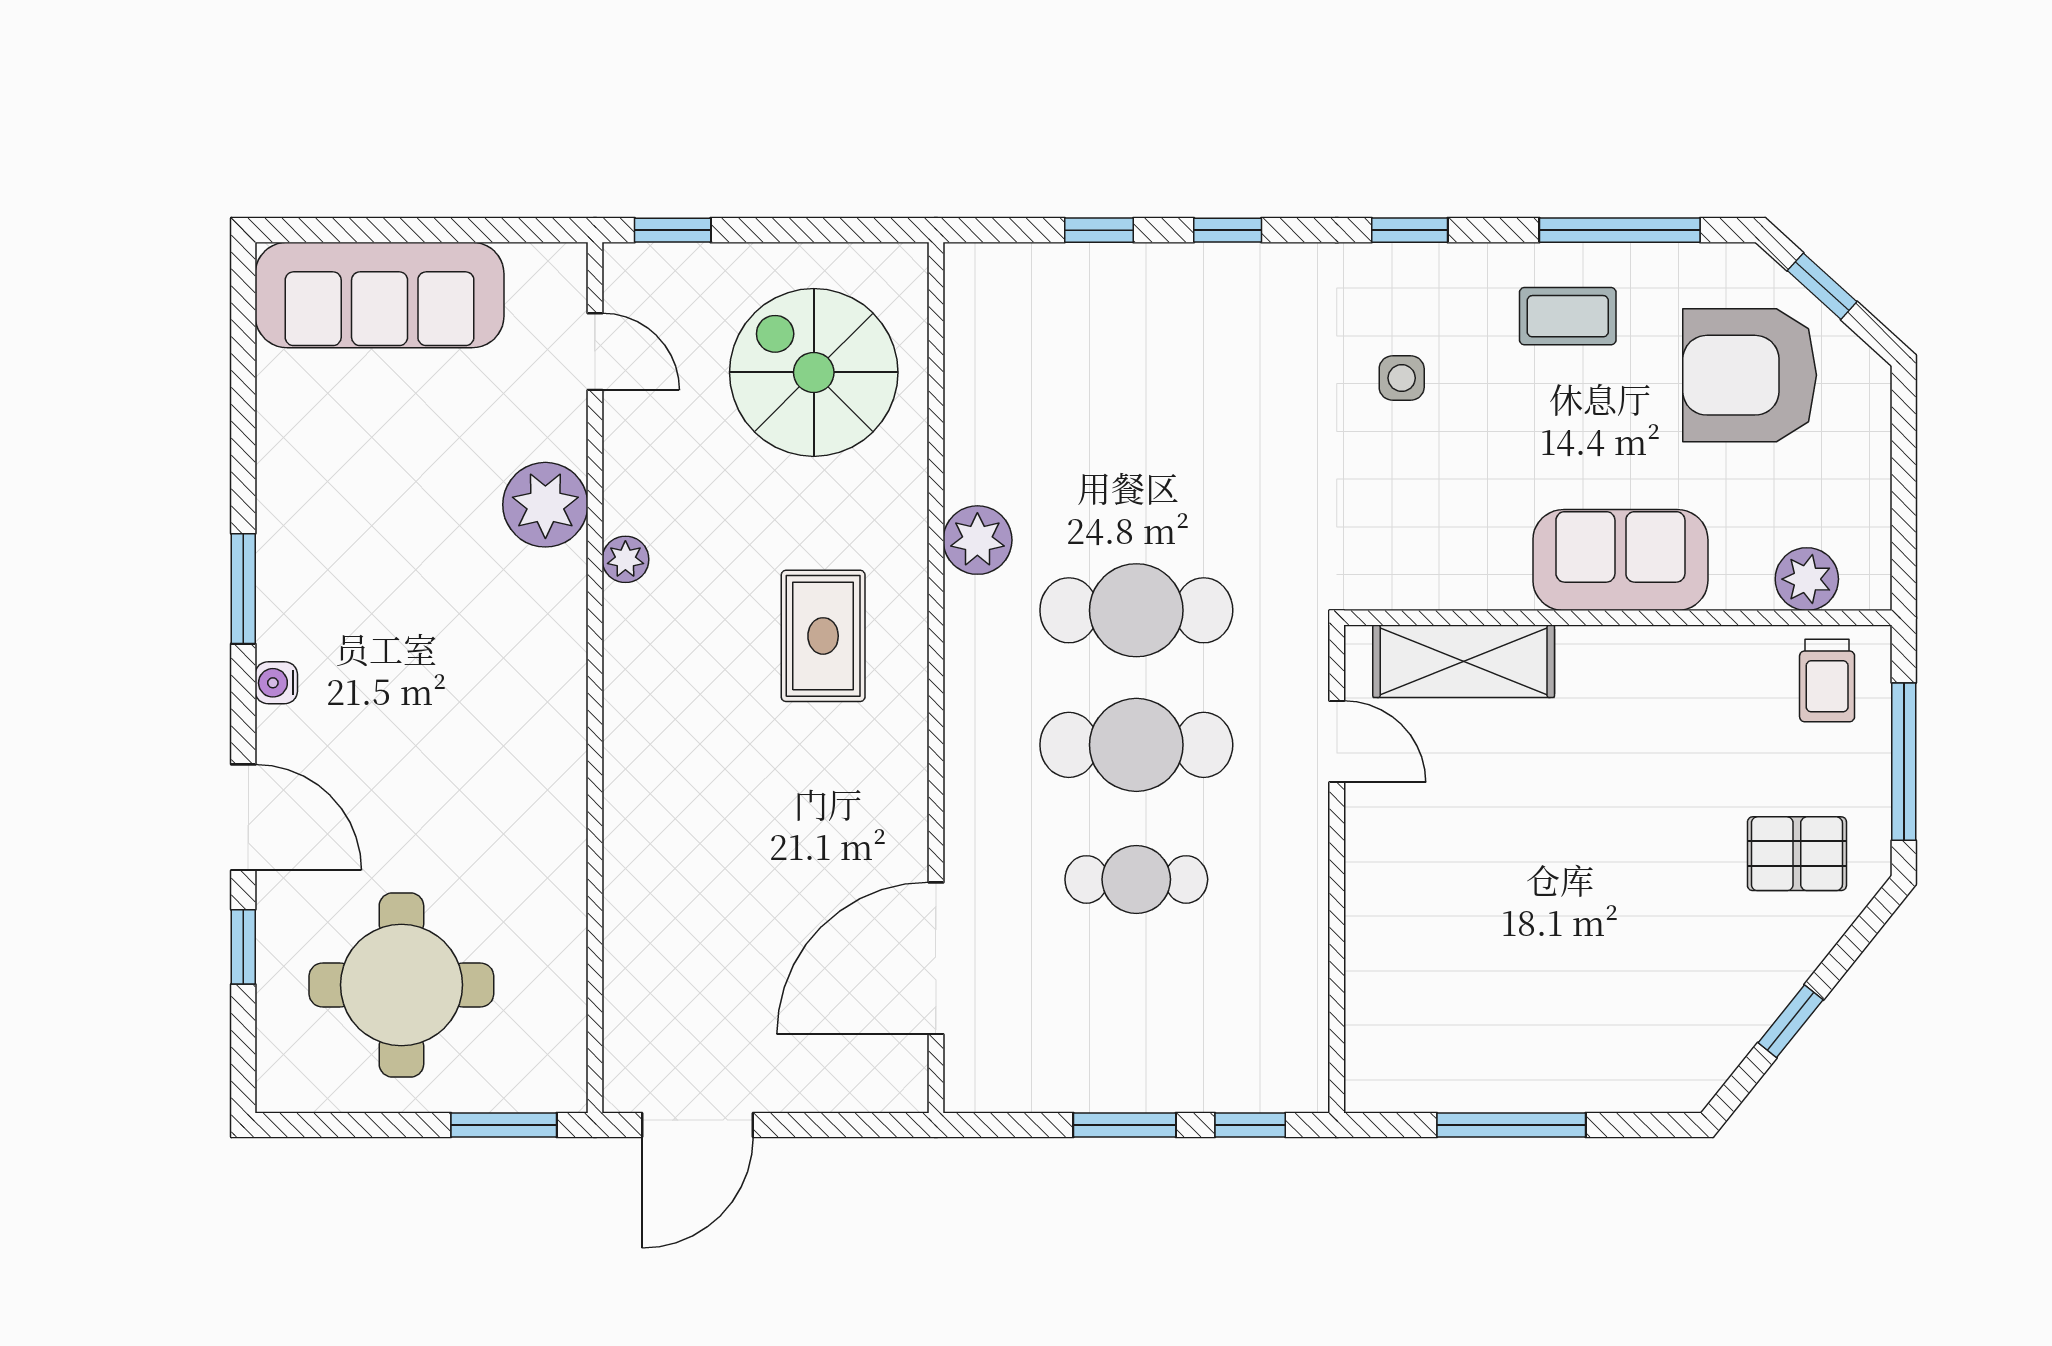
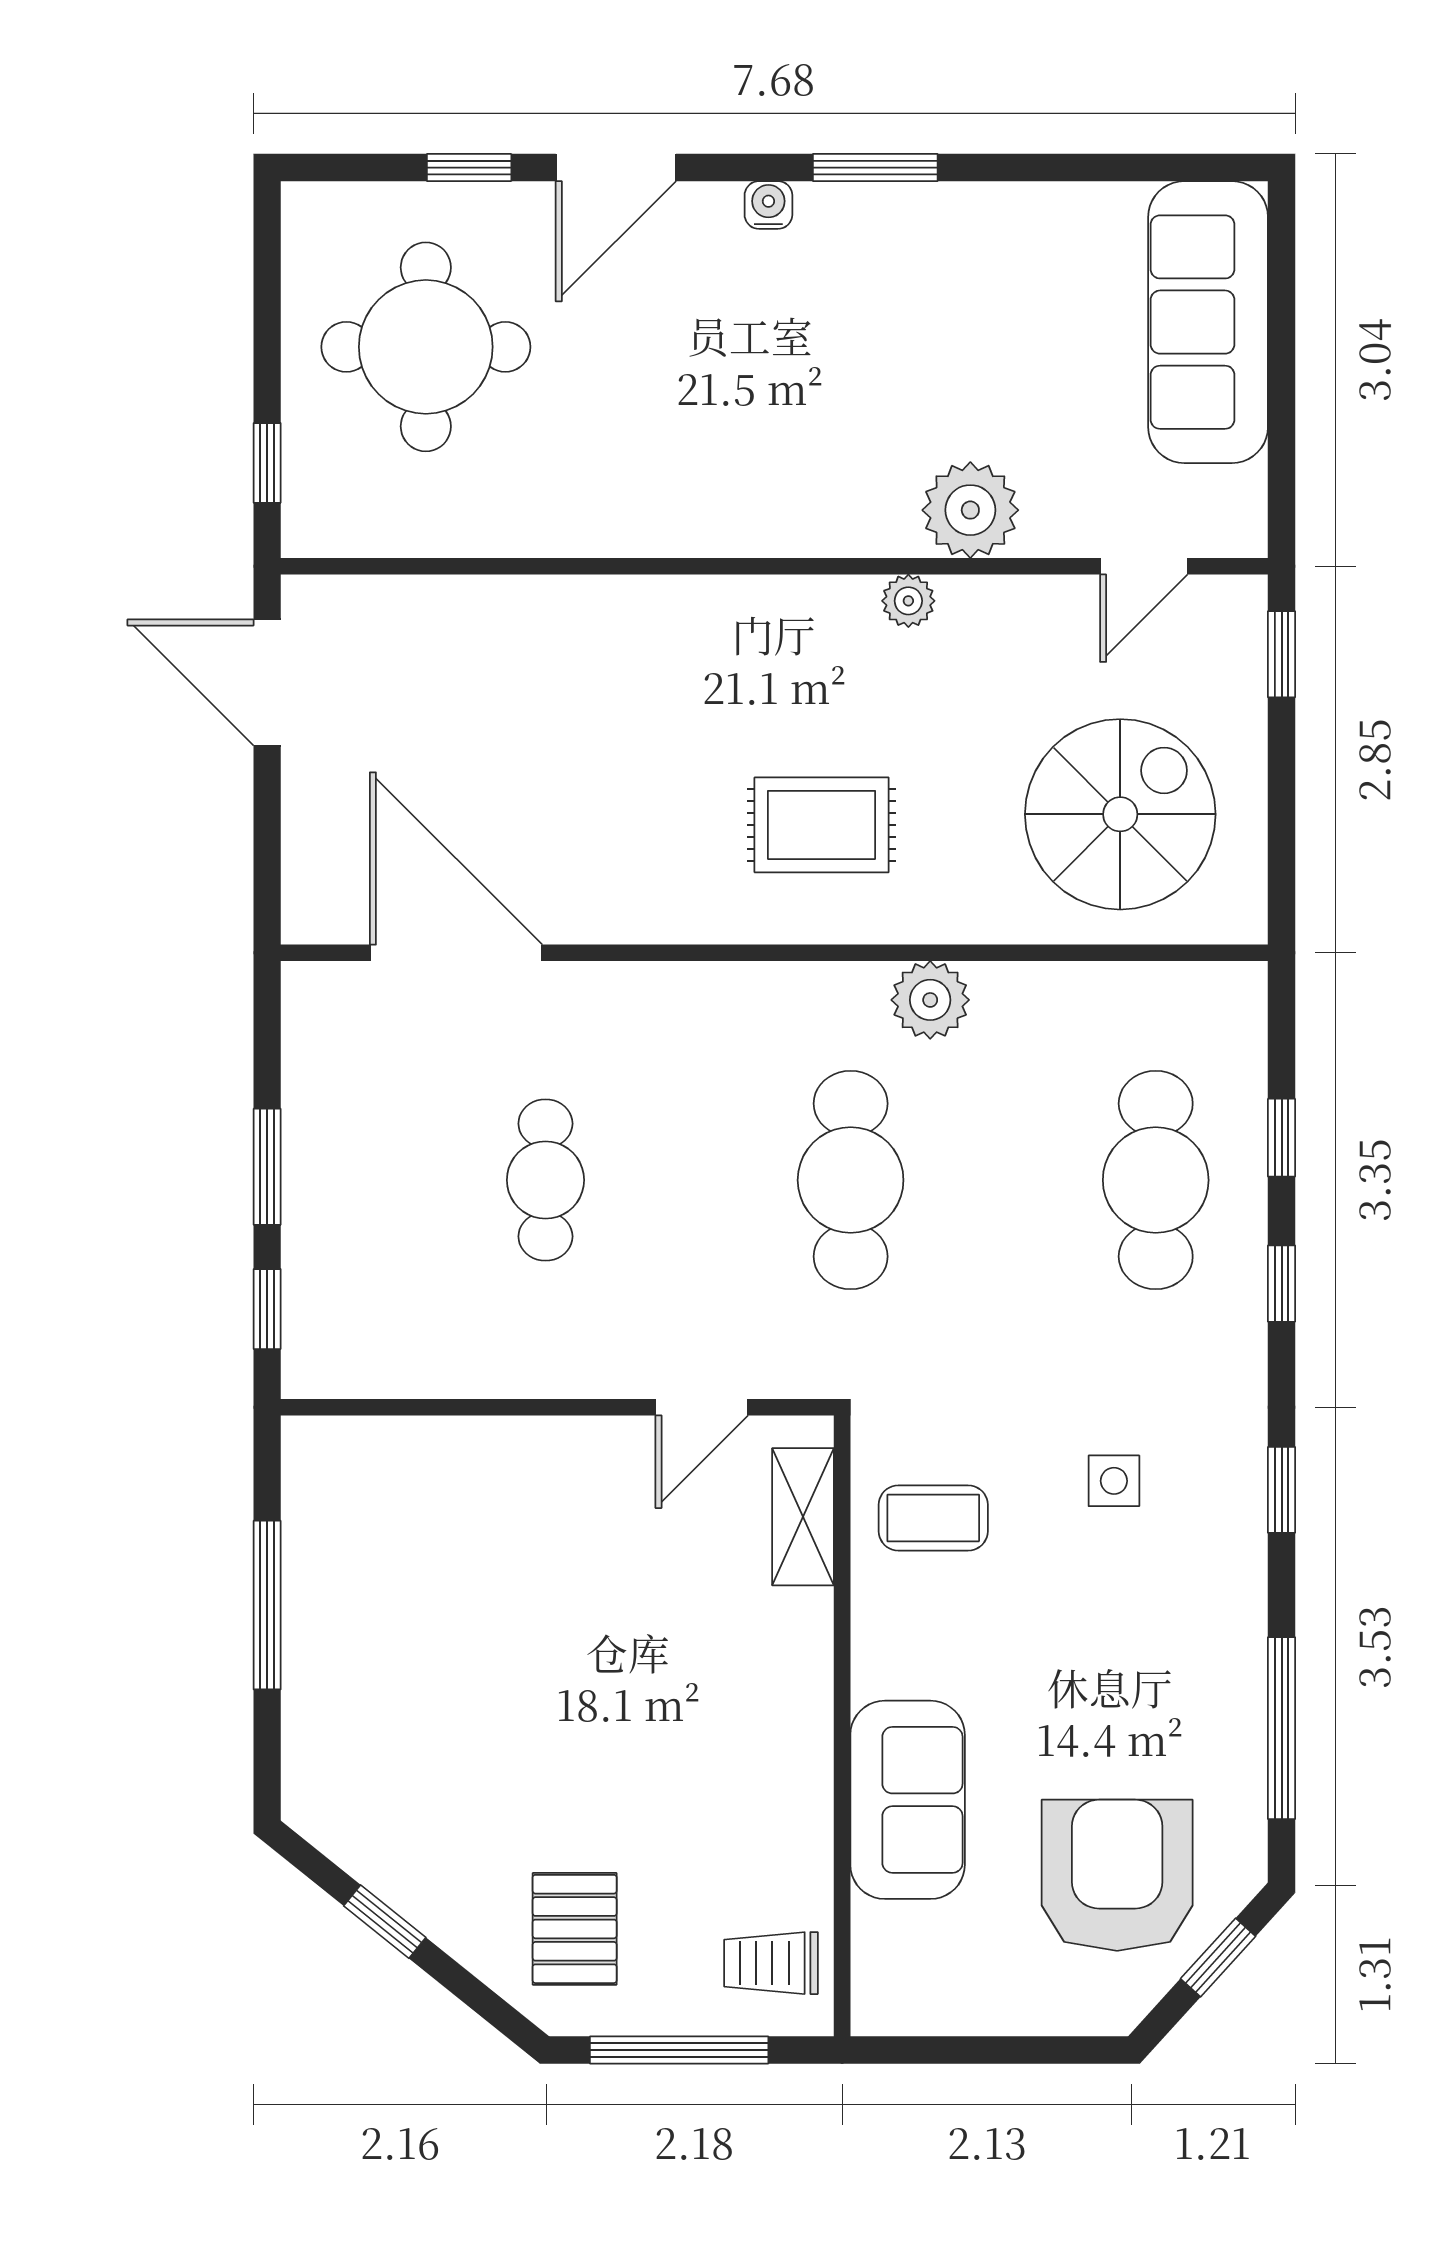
coffee table: (1568, 316) -> (933, 1518), moved, turned 90
sofa: (1620, 560) -> (908, 1800), moved
plant: (1807, 579) -> (886, 1940), removed
shelving: (1464, 661) -> (803, 1517), width x0.67, depth x0.75
cafe table: (1136, 745) -> (1156, 1180), moved
window: (504, 1125) -> (267, 463), width x0.67

